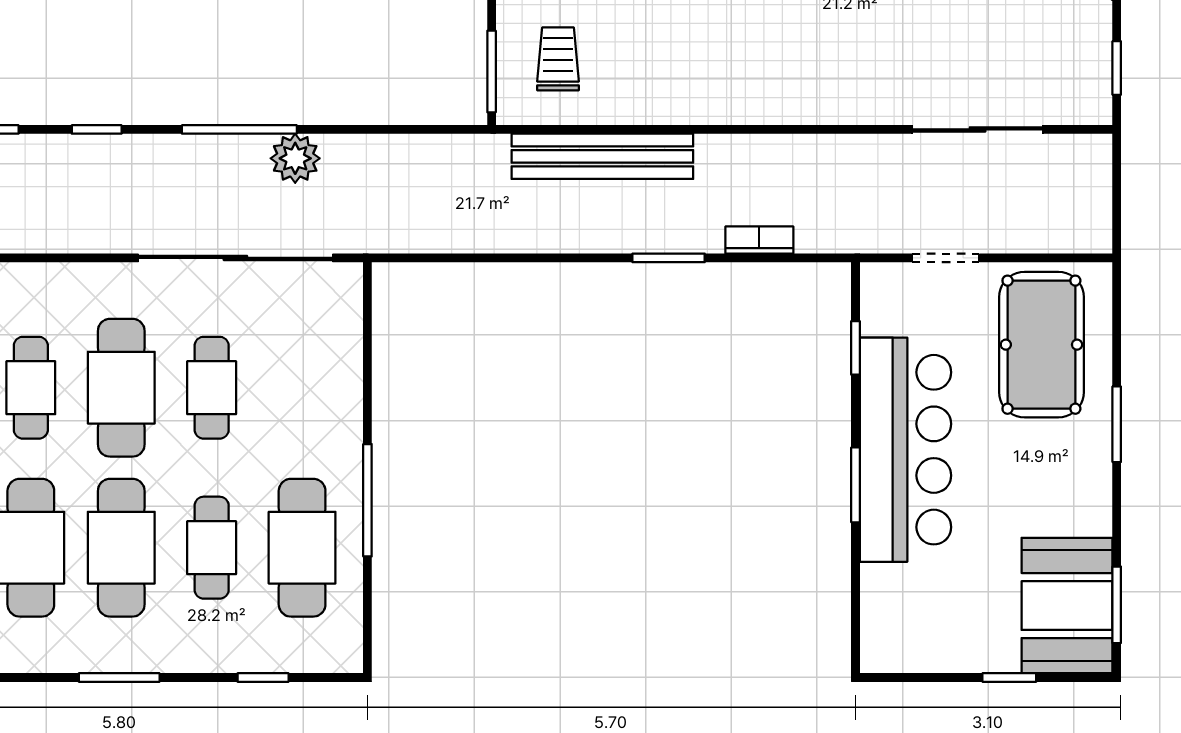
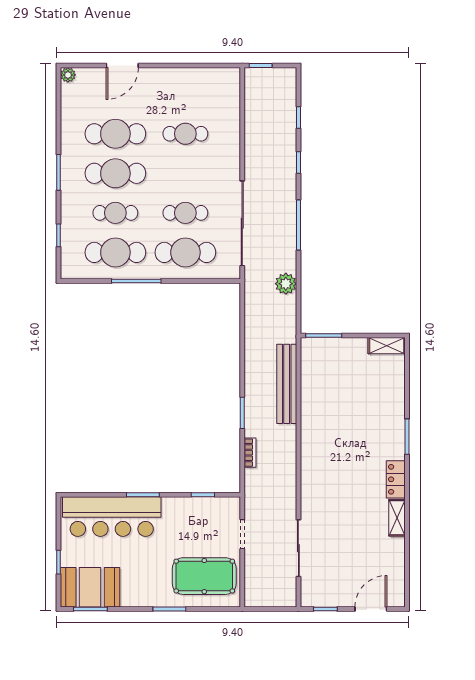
trolley: (558, 59) -> (329, 364), removed
plant: (295, 158) -> (286, 284), moved
cafe table: (121, 388) -> (185, 252), moved
bar counter: (905, 450) -> (112, 517), moved

